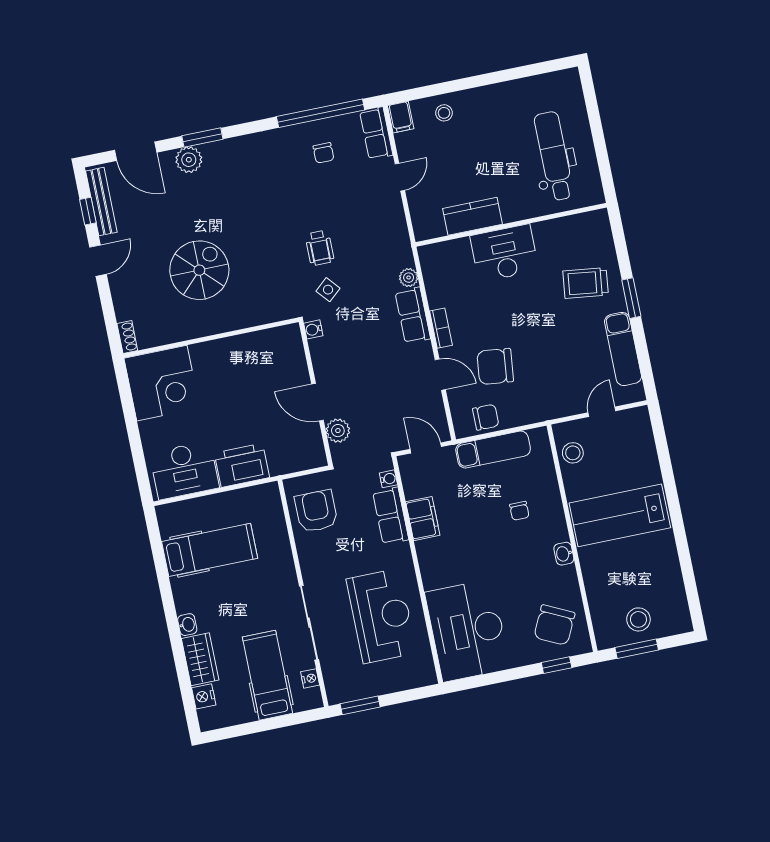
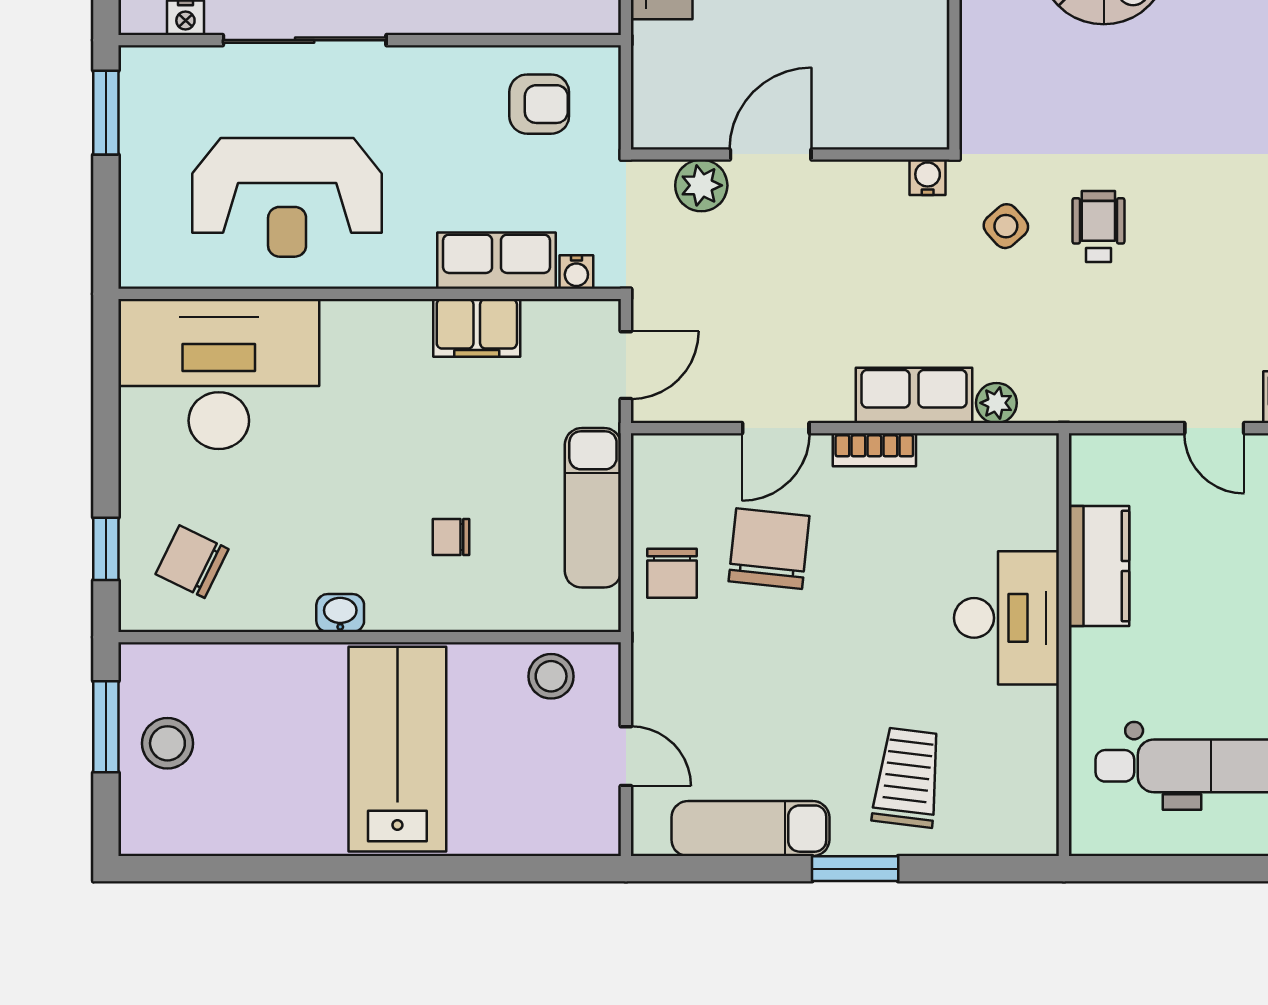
wheelchair: (320, 248) -> (1098, 227), turned 90
chair: (486, 417) -> (672, 573), moved
armchair: (316, 511) -> (539, 104), width x0.72, depth x0.72
chair: (554, 625) -> (192, 562), width x0.73, depth x0.73

